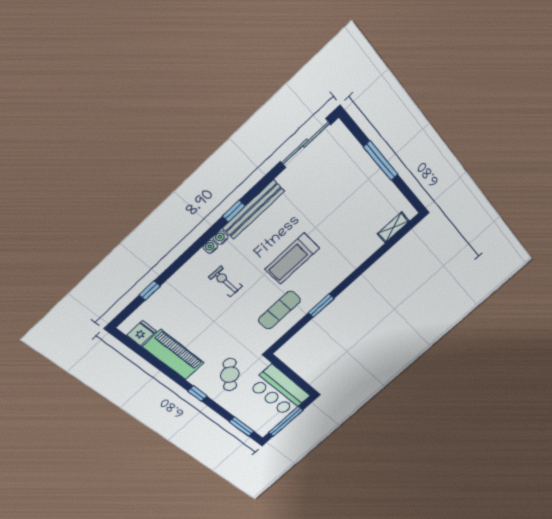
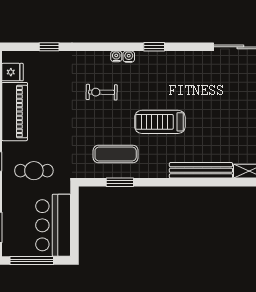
bench: (253, 210) -> (201, 170), moved
exercise bike: (226, 282) -> (102, 92), turned -90
window: (321, 306) -> (120, 182), moved
cafe table: (230, 375) -> (34, 171), turned 48

